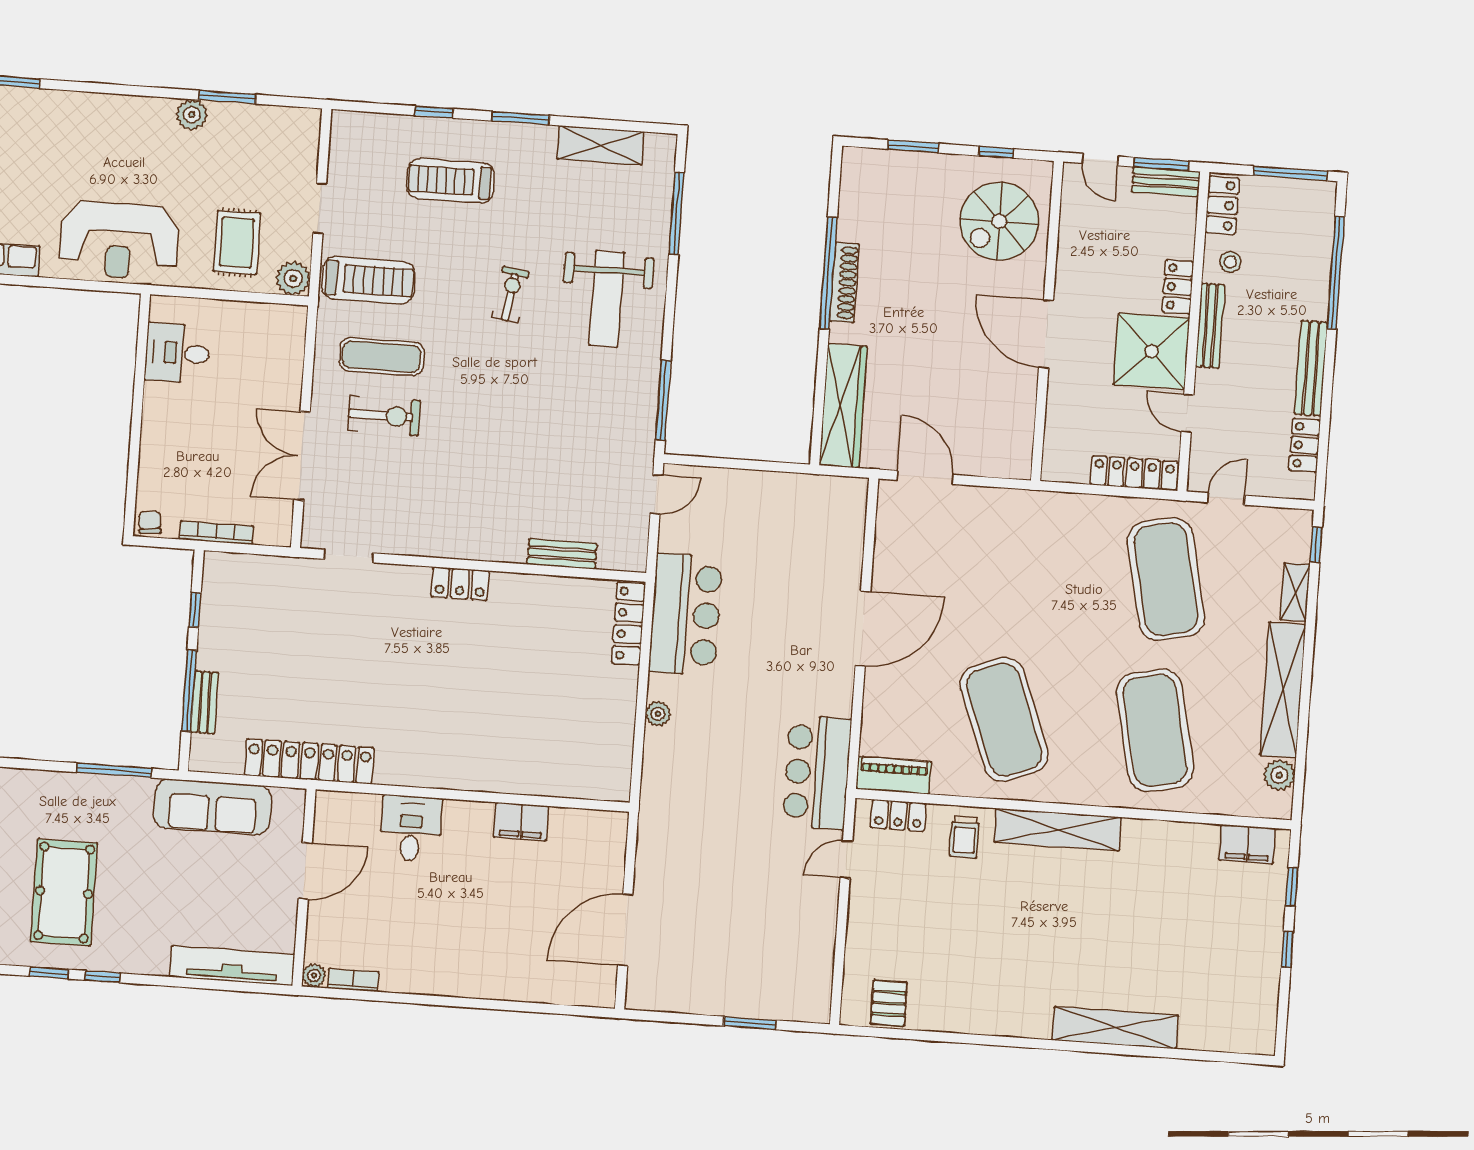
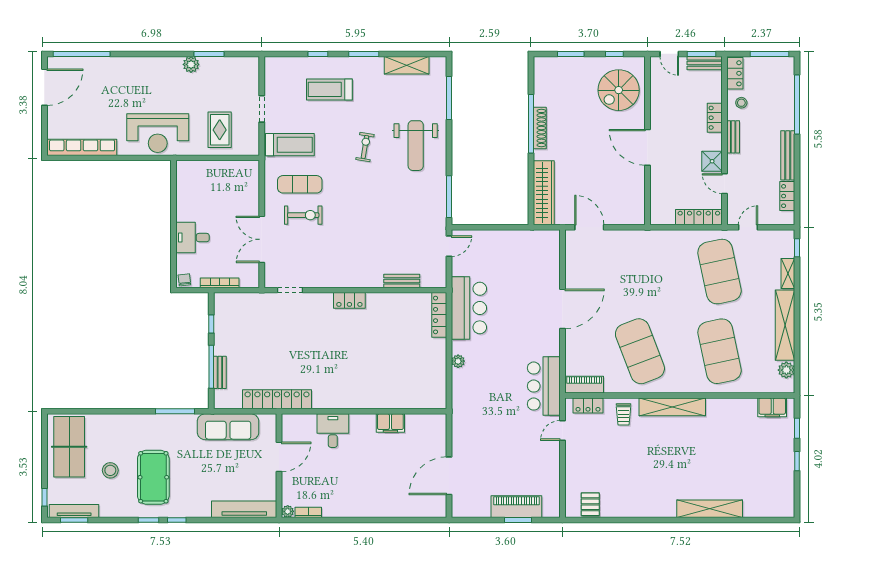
plant: (293, 278) -> (250, 147), removed
bench: (1210, 326) -> (733, 137), width x0.73
shower: (1151, 351) -> (712, 161), width x0.54, depth x0.54
desk: (177, 353) -> (192, 238), moved
piano: (749, 998) -> (516, 507), added

